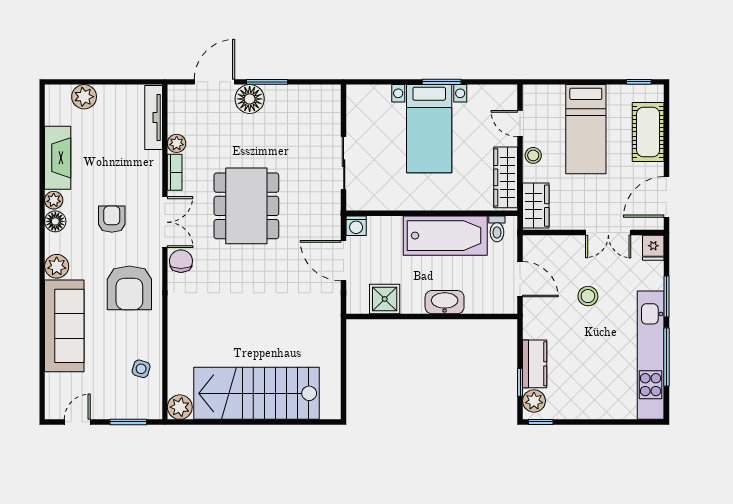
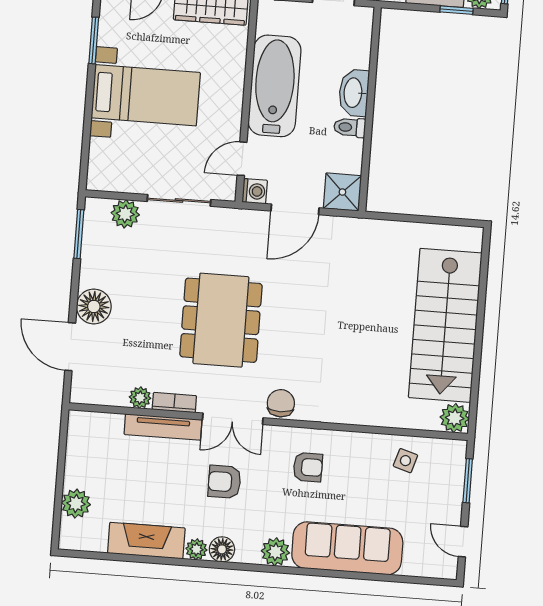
window: (267, 82) -> (79, 234), moved
window: (442, 82) -> (94, 40), moved
tv unit: (154, 118) -> (163, 427), moved
plant: (329, 119) -> (125, 214), added
dining table: (246, 206) -> (221, 320), turned 90
door: (382, 213) -> (242, 159), added
double door: (165, 222) -> (233, 419), swing flipped
toilet: (497, 229) -> (350, 127), moved, turned 180
chair: (181, 261) -> (281, 403), turned 90
armchair: (129, 288) -> (308, 467), width x0.53, depth x0.53
shower: (385, 299) -> (342, 192), moved

